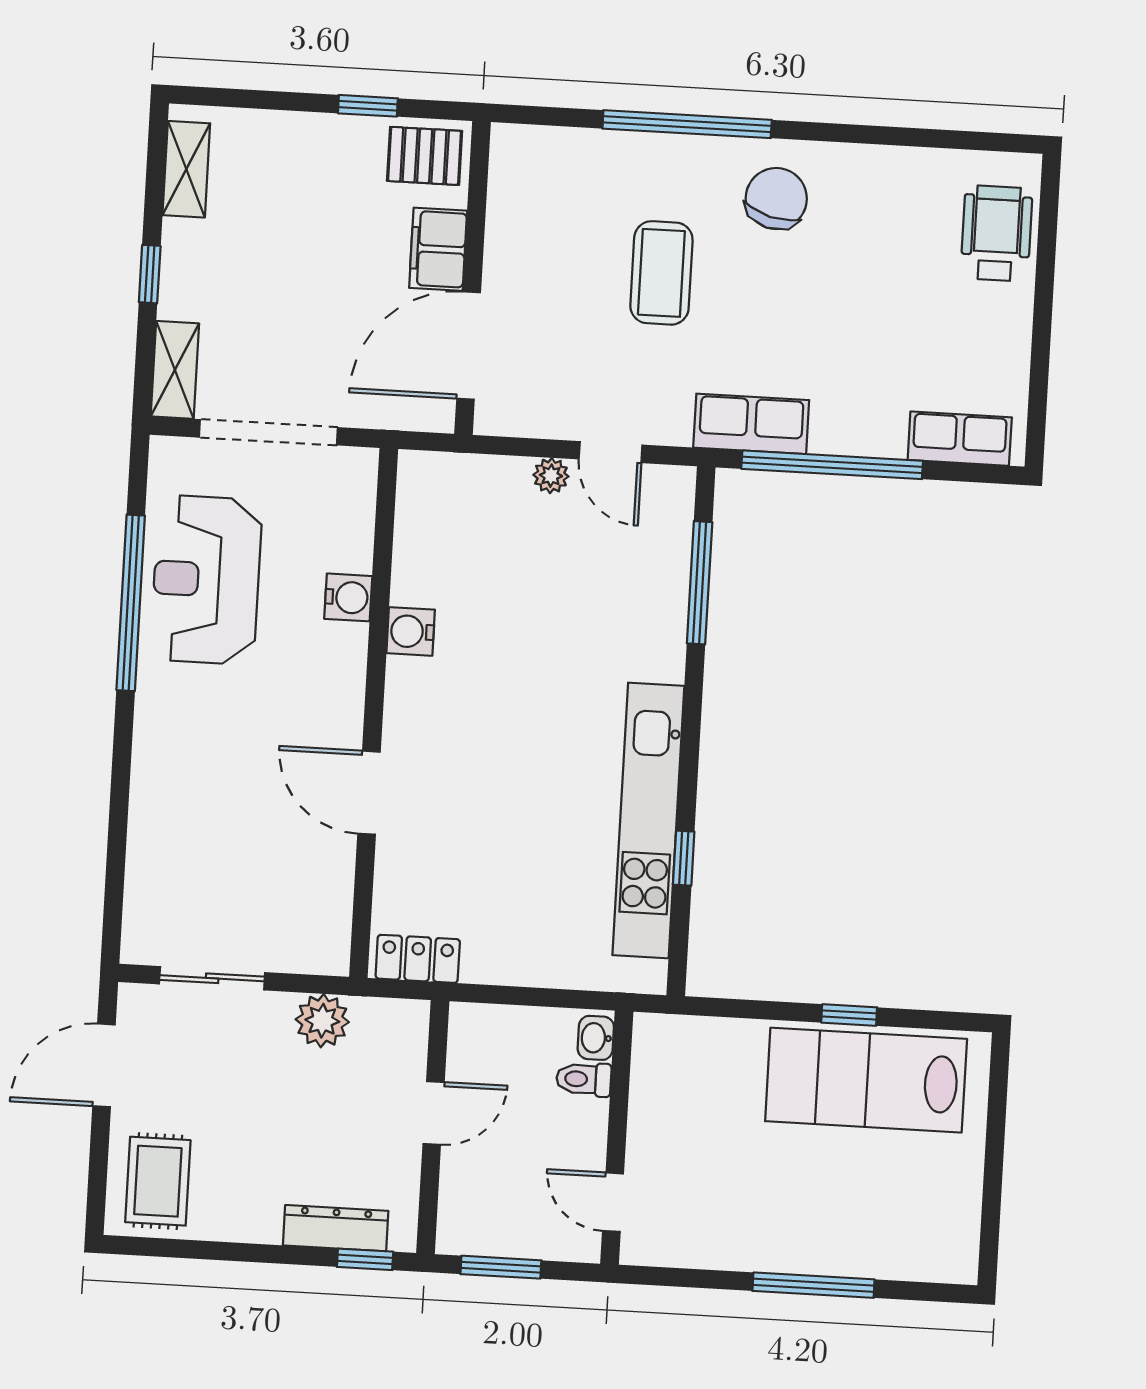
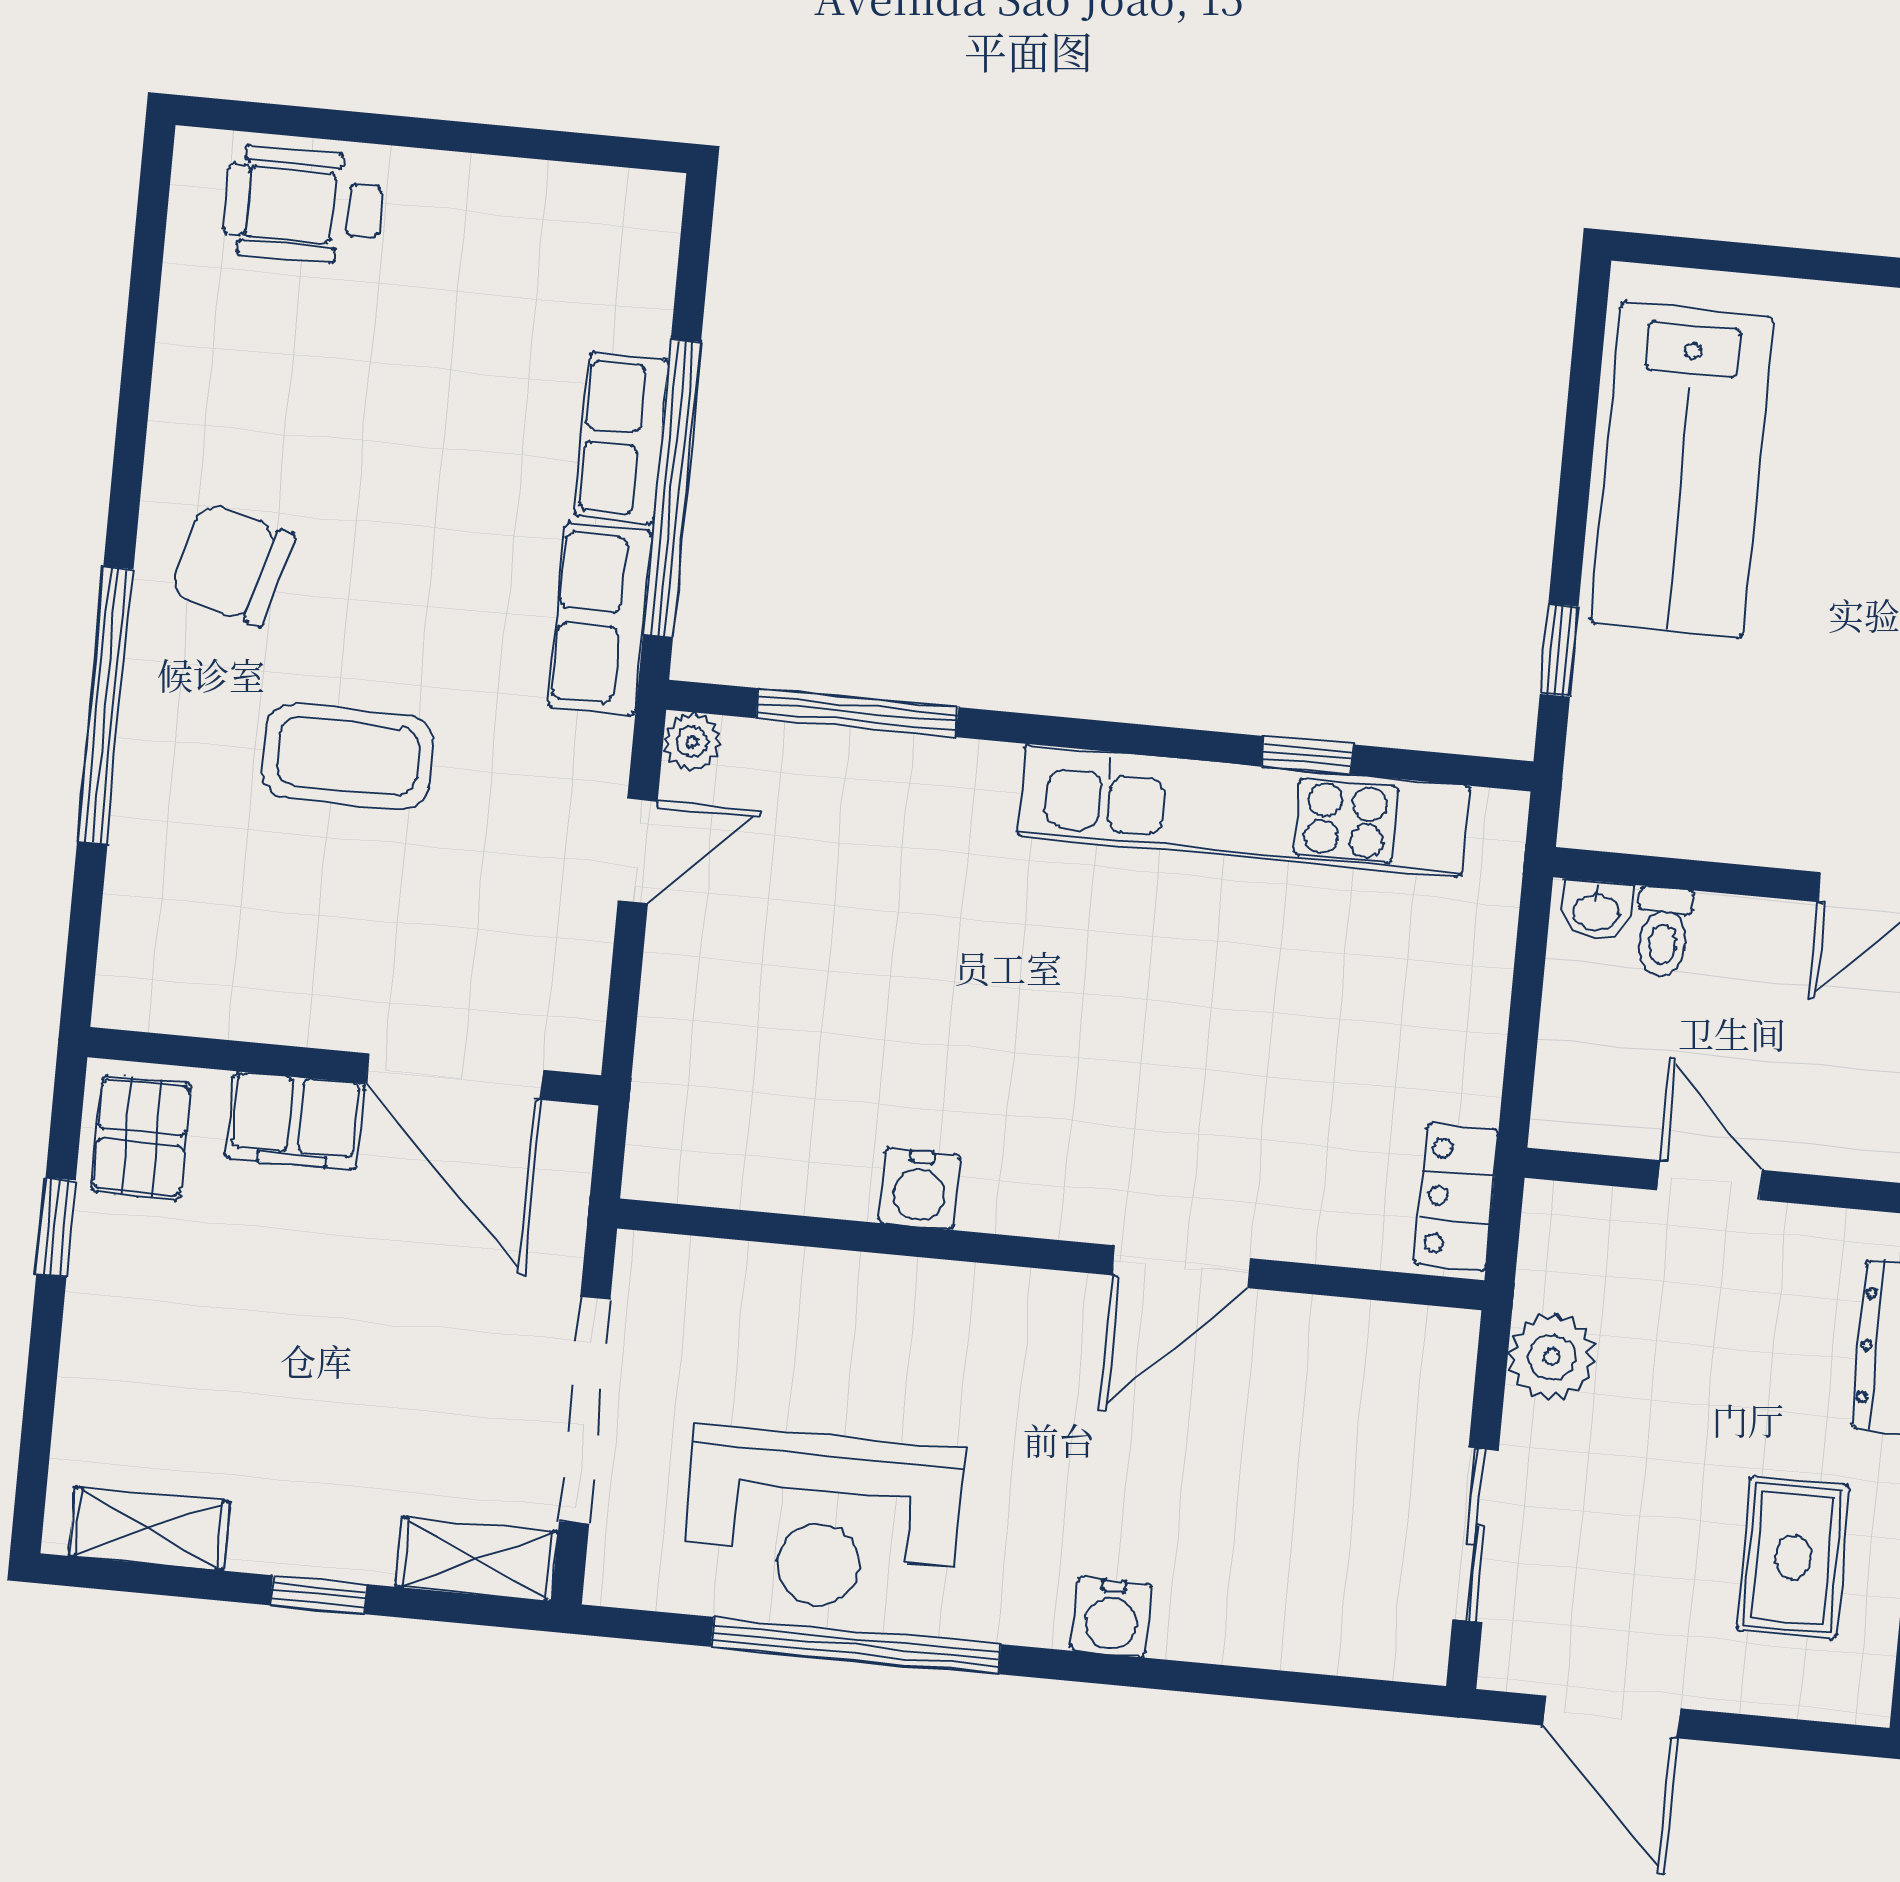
row of seats: (960, 439) -> (622, 438), moved
plant: (551, 476) -> (692, 742), moved
water cooler: (348, 597) -> (1111, 1617), moved, turned 180
window: (849, 1015) -> (1559, 650), moved
rug: (158, 1181) -> (1793, 1557), moved, turned 90

